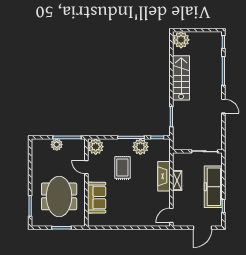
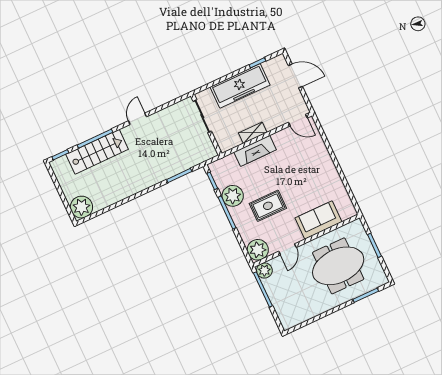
stairs: (181, 78) -> (97, 152), moved, turned 180
plant: (57, 145) -> (264, 270), moved

